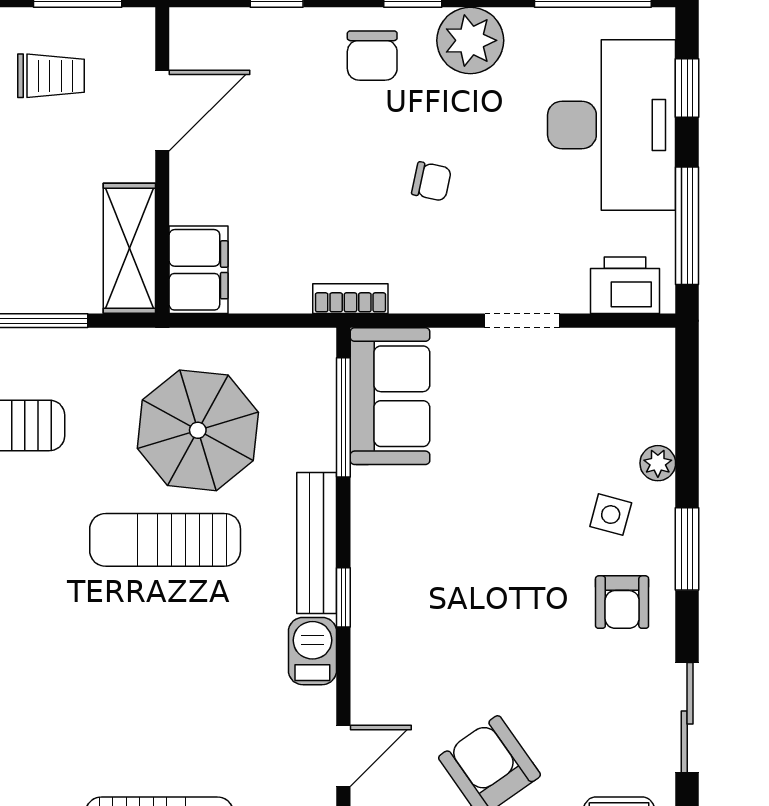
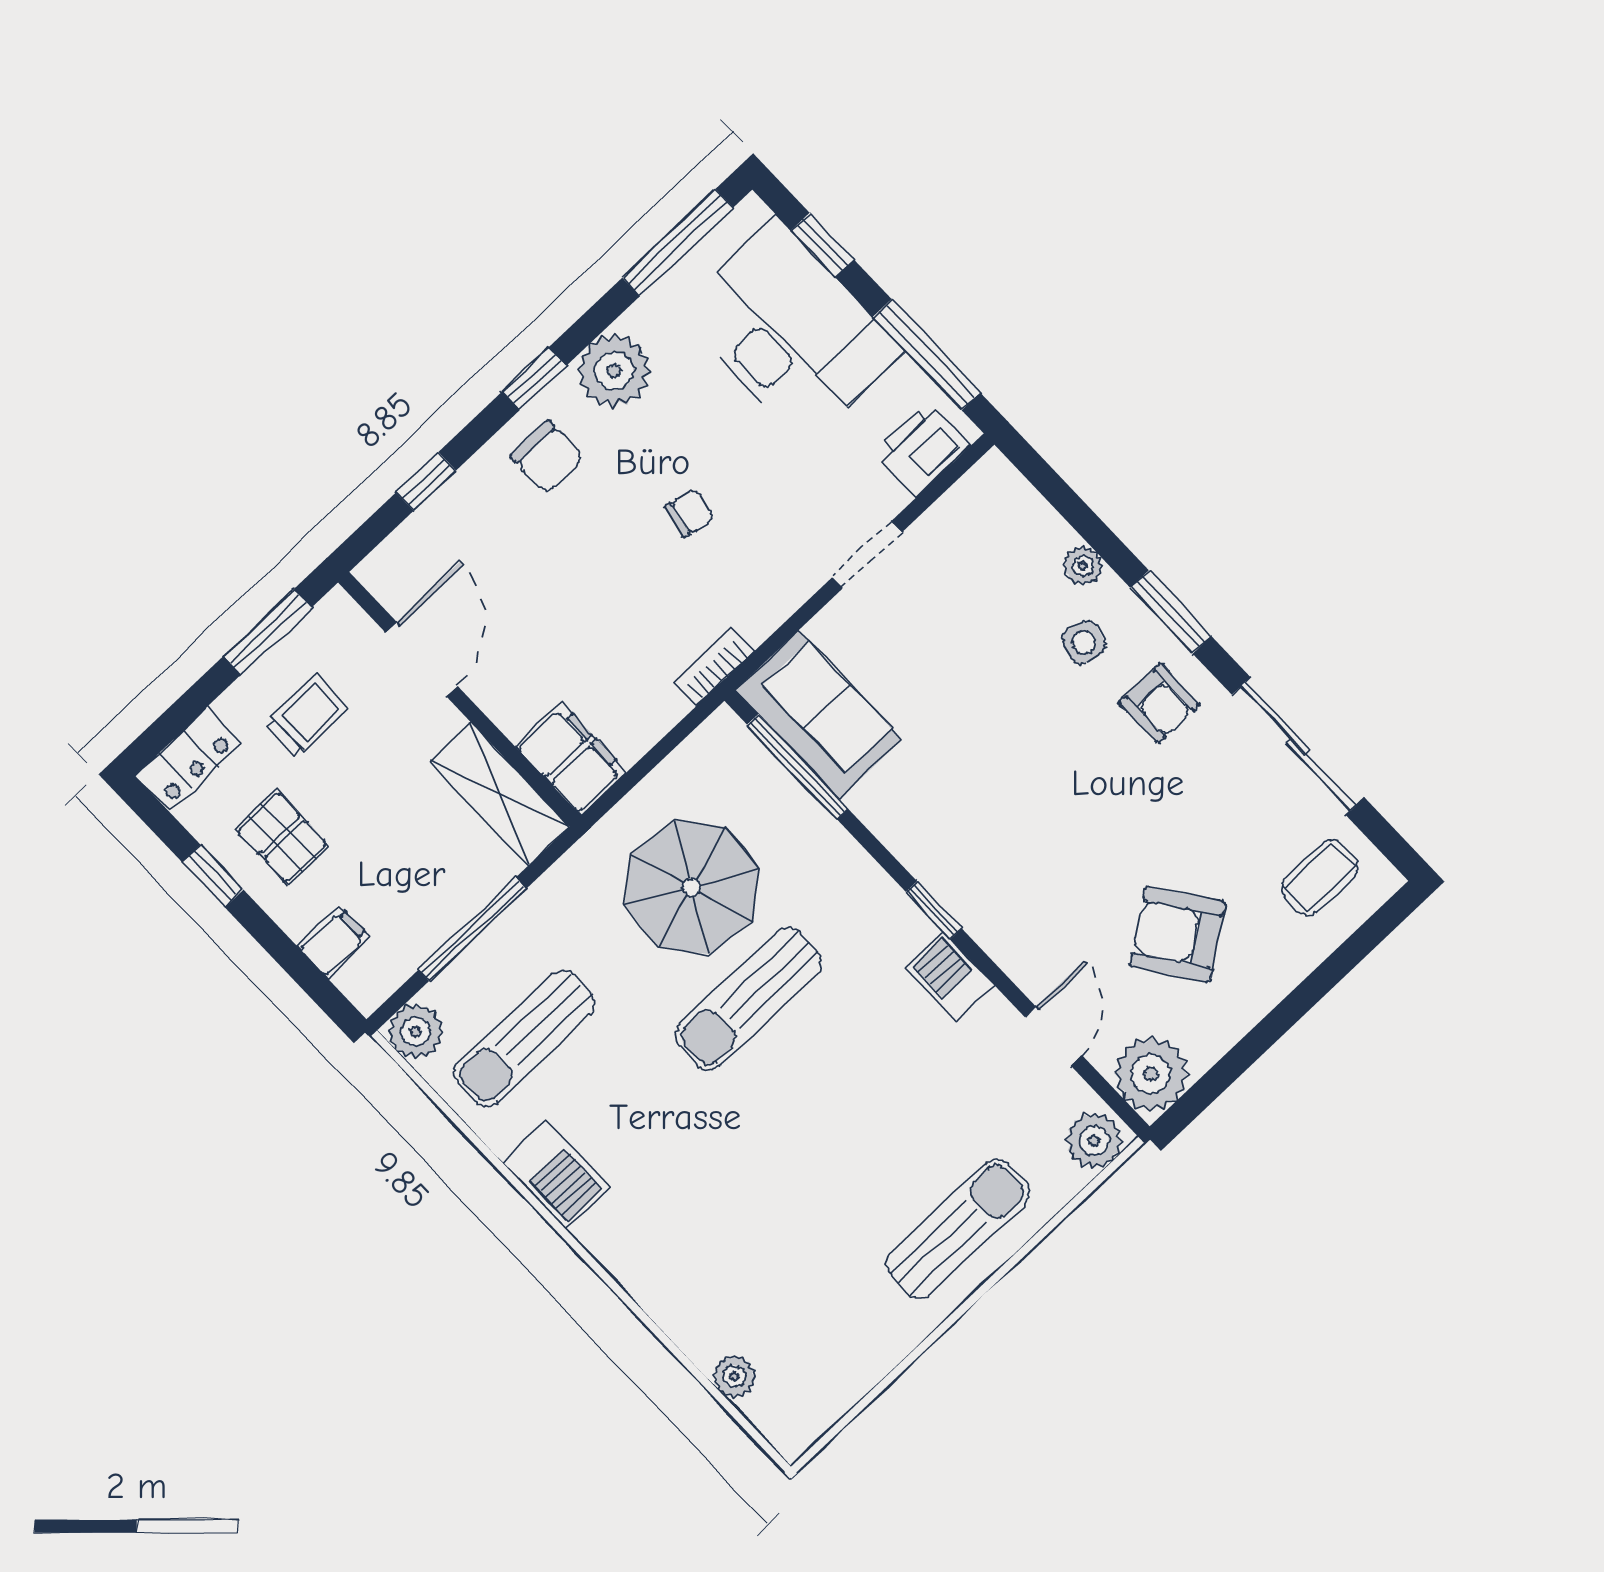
bench: (317, 543) -> (871, 887), removed
sliding door: (687, 718) -> (1298, 746), width x1.37

